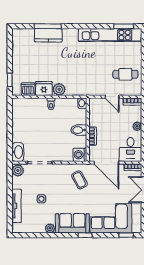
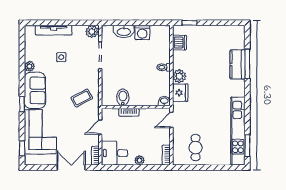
fridge: (44, 88) -> (180, 93), moved
door: (112, 97) -> (171, 120), moved
bidet: (79, 130) -> (123, 97), moved
washbasin: (18, 152) -> (124, 32), moved
washing machine: (80, 155) -> (142, 33), moved, turned 180
door: (106, 163) -> (100, 127), width x0.53

